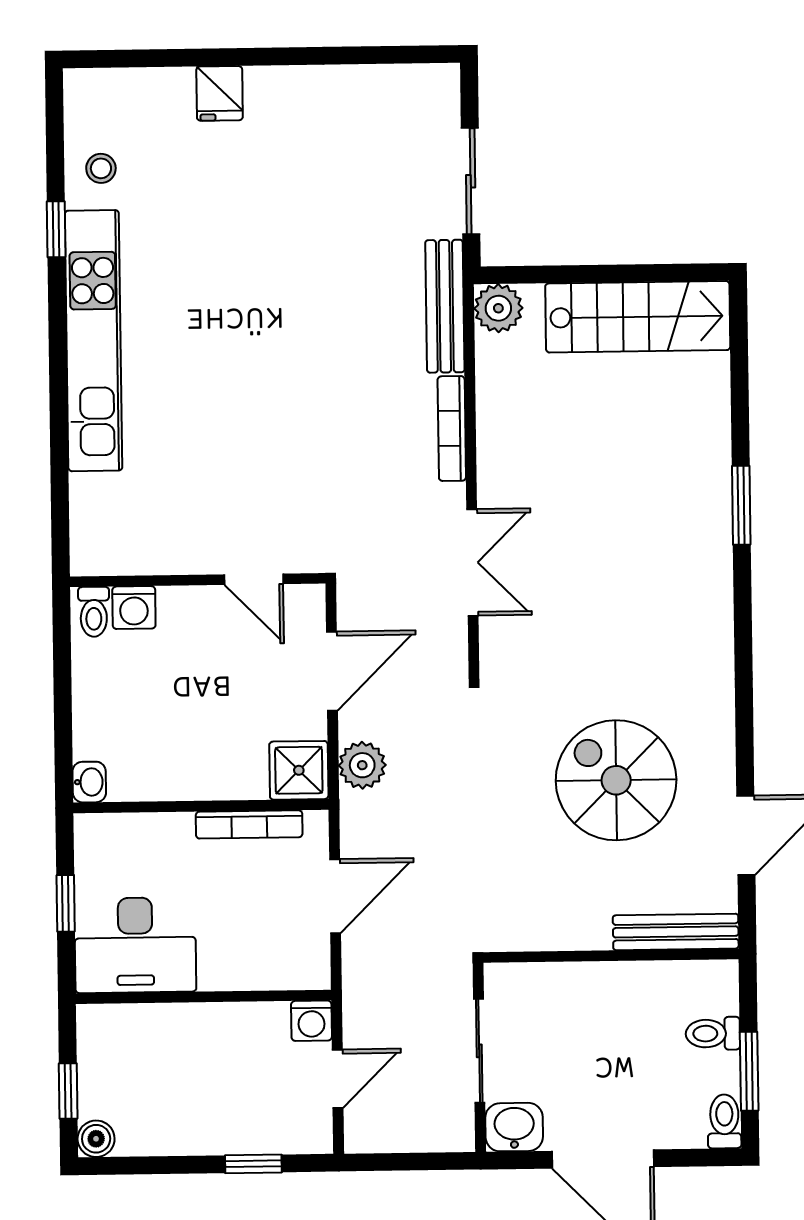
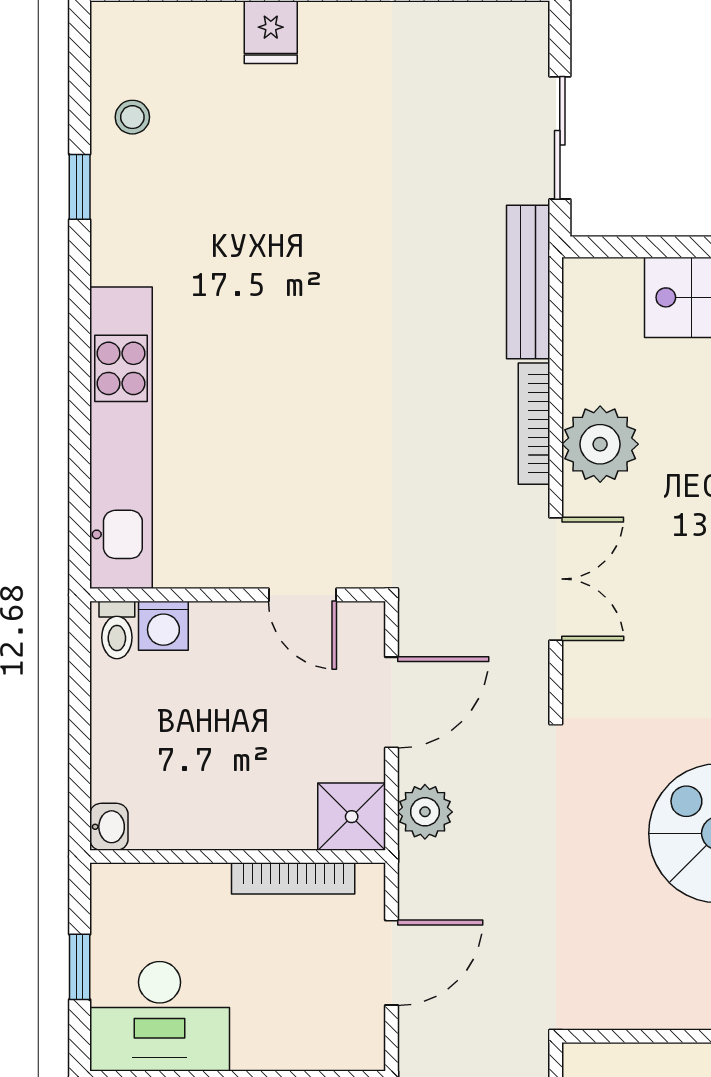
plant: (498, 308) -> (600, 444), moved, width x1.36, depth x1.36
kitchen unit: (94, 341) -> (121, 438), moved

